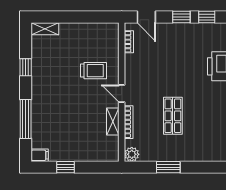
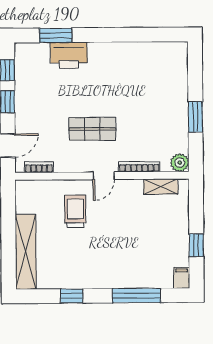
shelving: (45, 29) -> (26, 252), width x2.20, depth x1.33
shop shelf: (173, 116) -> (92, 129), moved
shelving: (113, 121) -> (161, 187), moved

